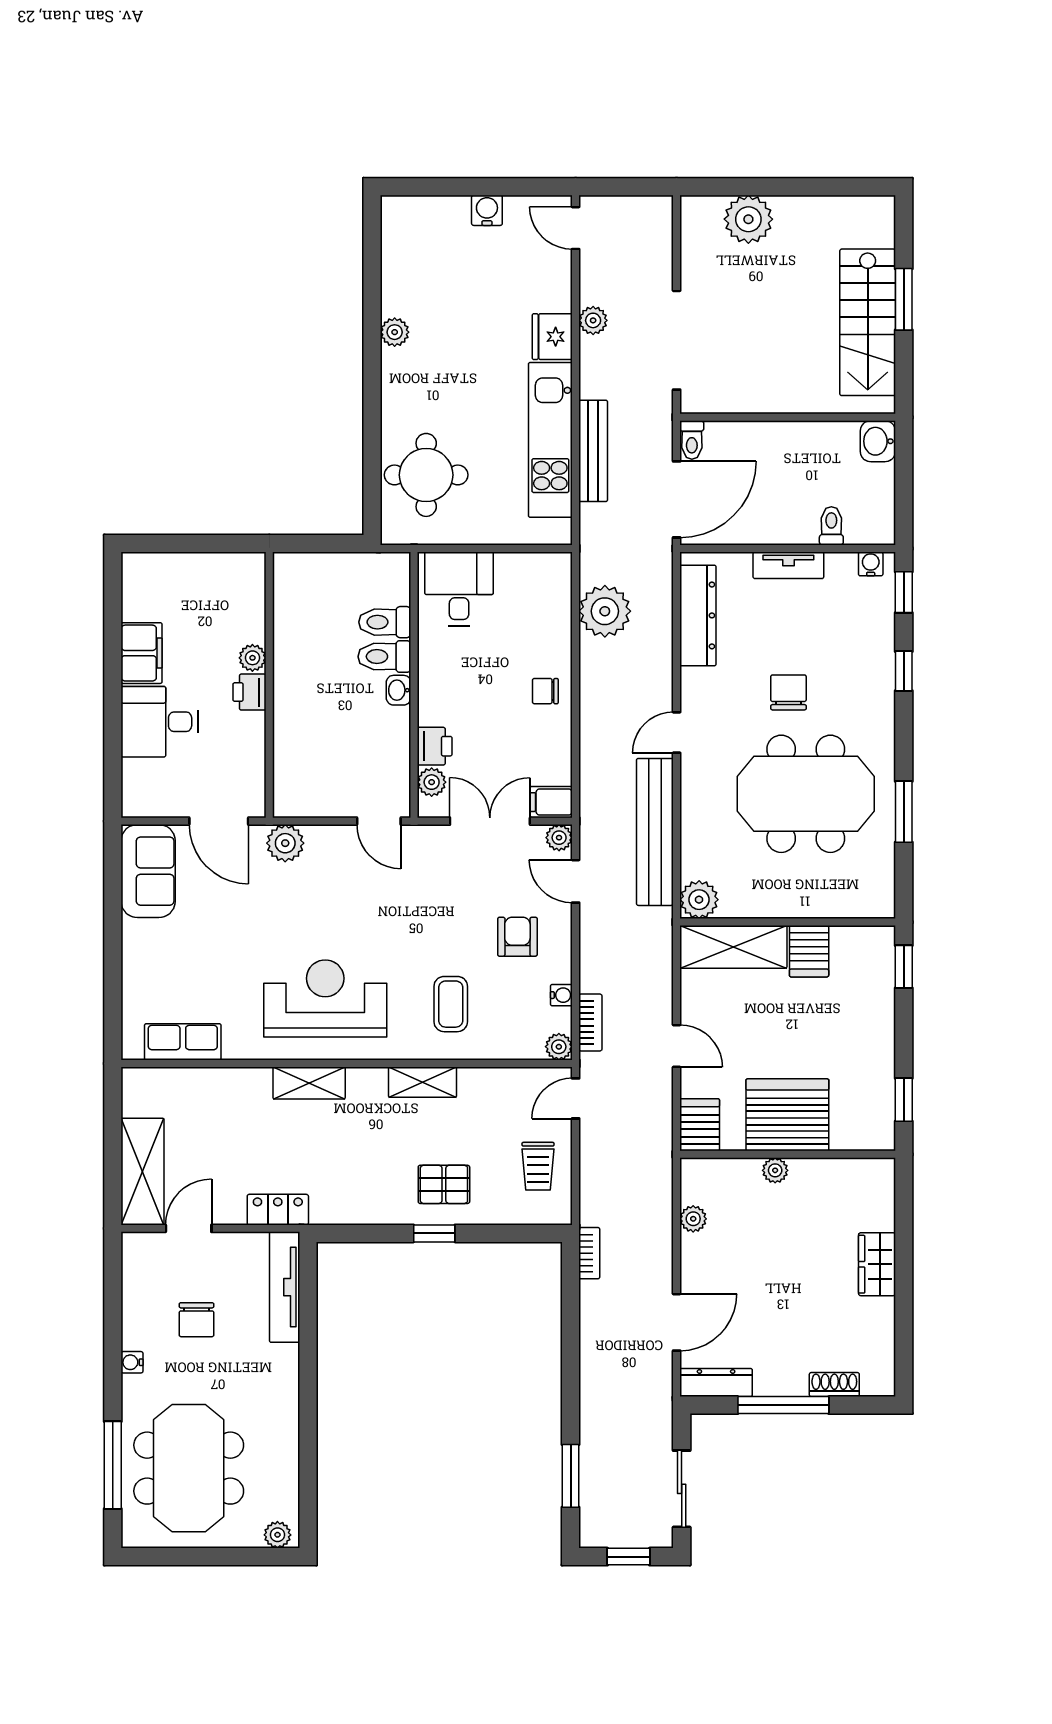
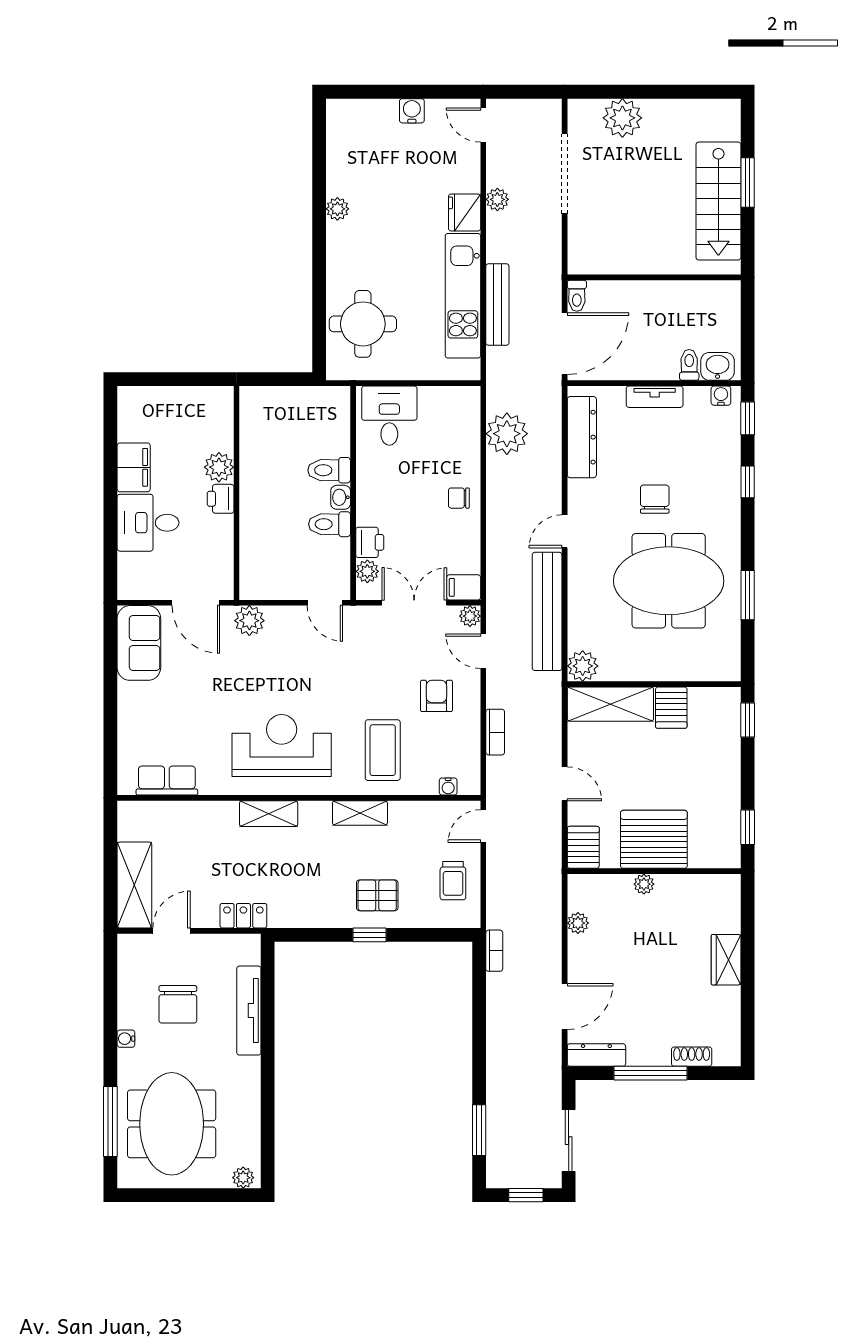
doorway: (677, 340) -> (565, 174), moved
washbasin: (878, 441) -> (718, 366), moved, turned 90
toilet: (385, 622) -> (330, 524), moved
plant: (252, 658) -> (219, 467), width x1.38, depth x1.38
water cooler: (561, 995) -> (448, 787), moved, turned 90
coffee table: (451, 1004) -> (383, 750), width x1.36, depth x1.30
bookcase: (590, 1022) -> (495, 732), moved
plant: (559, 1047) -> (470, 784), removed
tv unit: (285, 1287) -> (249, 1011), moved
chair: (197, 1320) -> (178, 1004), width x1.37, depth x1.37

